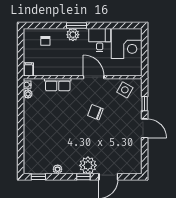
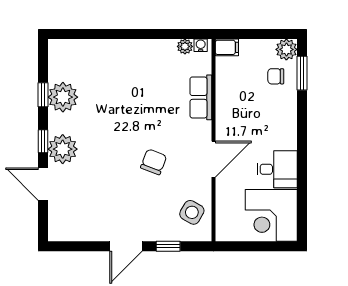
window: (77, 25) -> (302, 73), moved
plant: (73, 35) -> (286, 49), moved
plant: (58, 169) -> (63, 97), width x1.88, depth x1.88
window: (38, 177) -> (43, 95), moved

